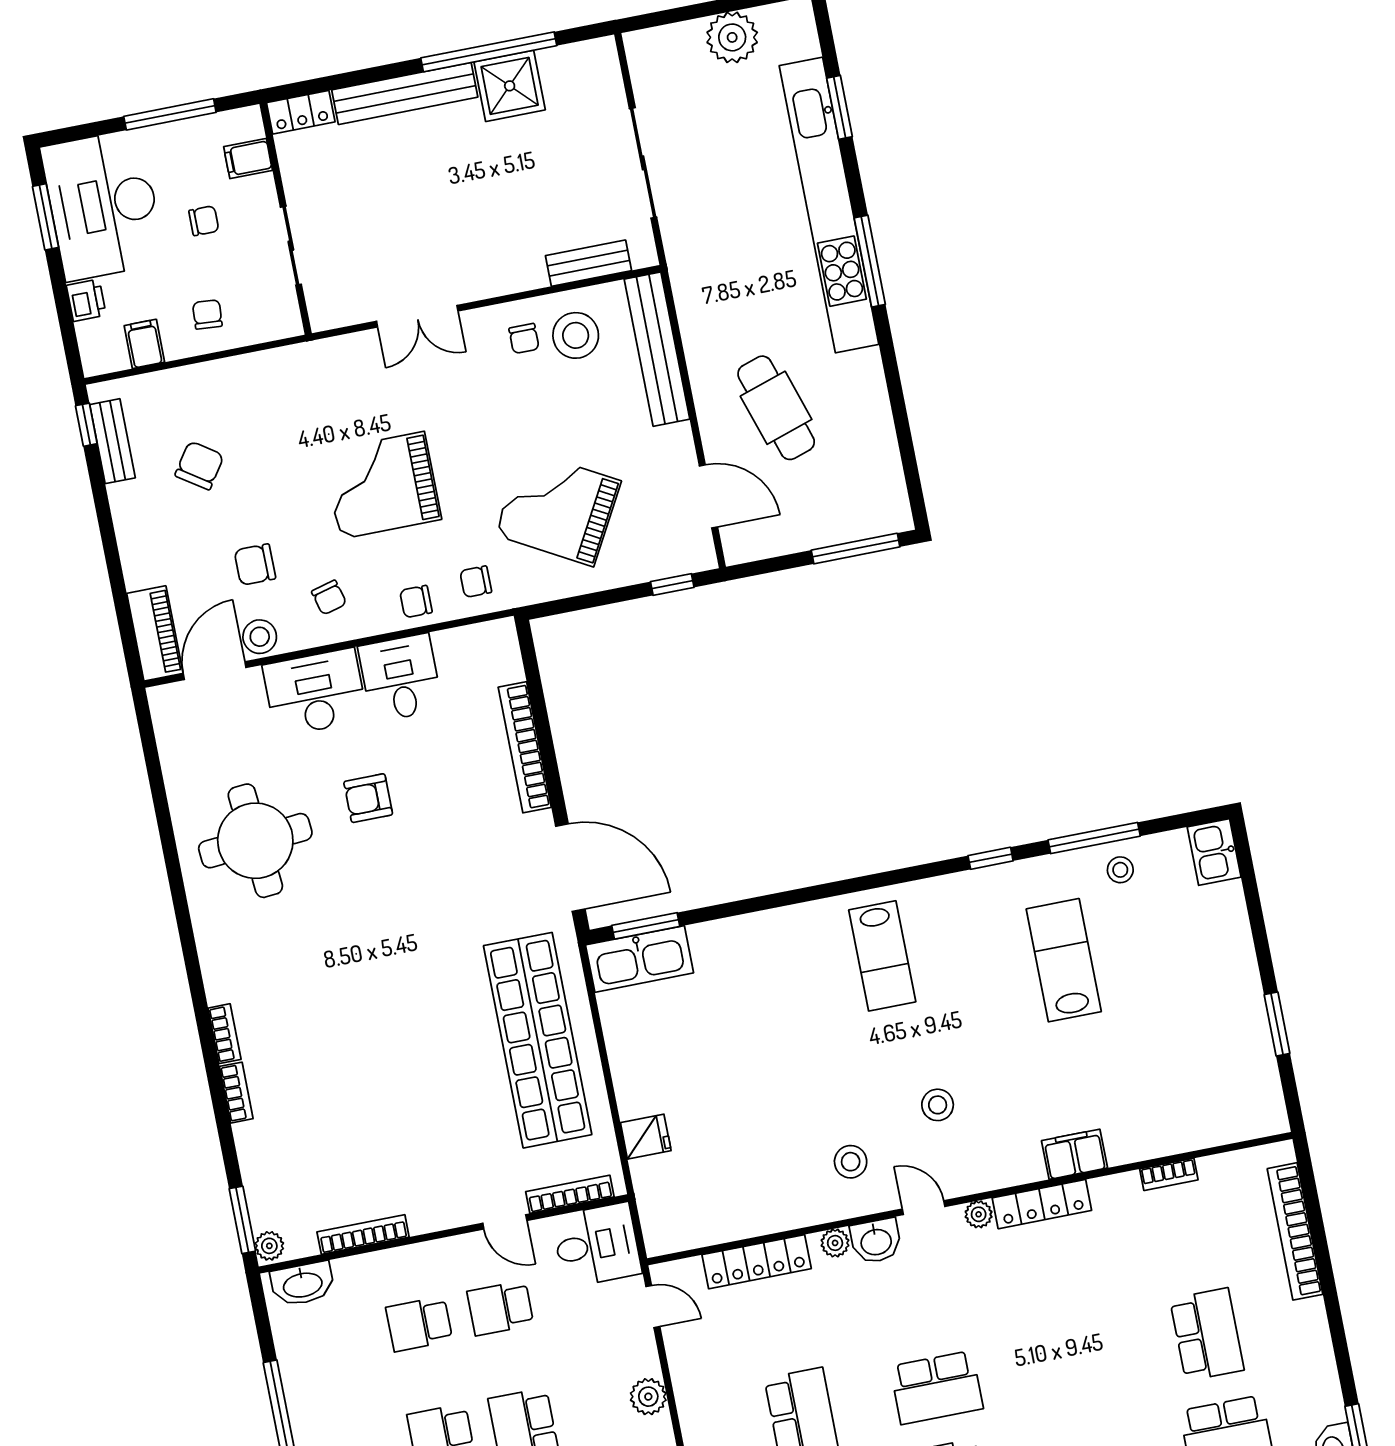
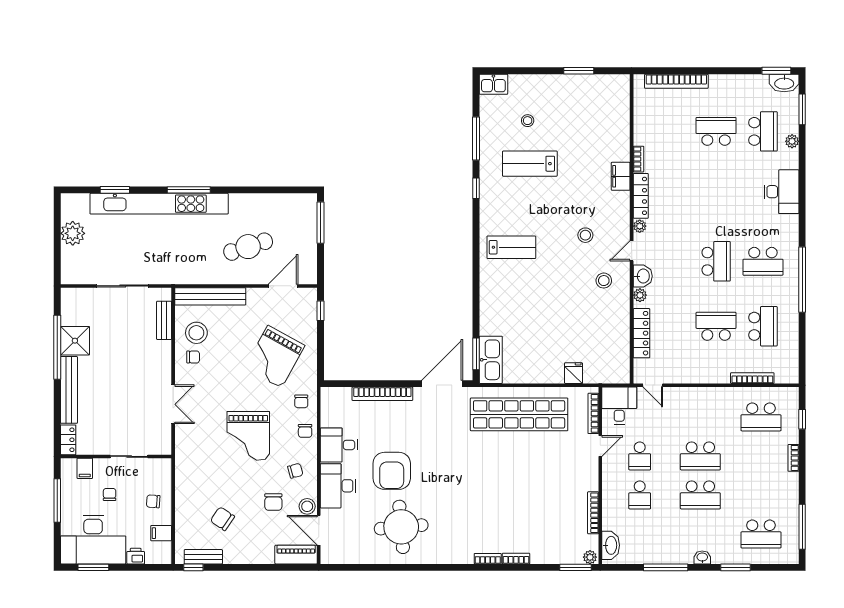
armchair: (368, 798) -> (392, 471), width x1.88, depth x1.88
stool: (1120, 870) -> (528, 121), moved
bookcase: (1169, 1174) -> (639, 159), moved
door: (653, 1307) -> (653, 385), swing flipped
plant: (648, 1397) -> (694, 396), removed

